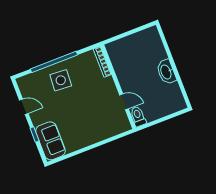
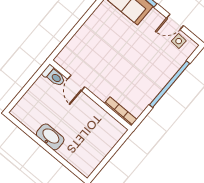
side table: (61, 80) -> (179, 41), moved, width x0.54, depth x0.54
door: (124, 102) -> (76, 83), hinge flipped

